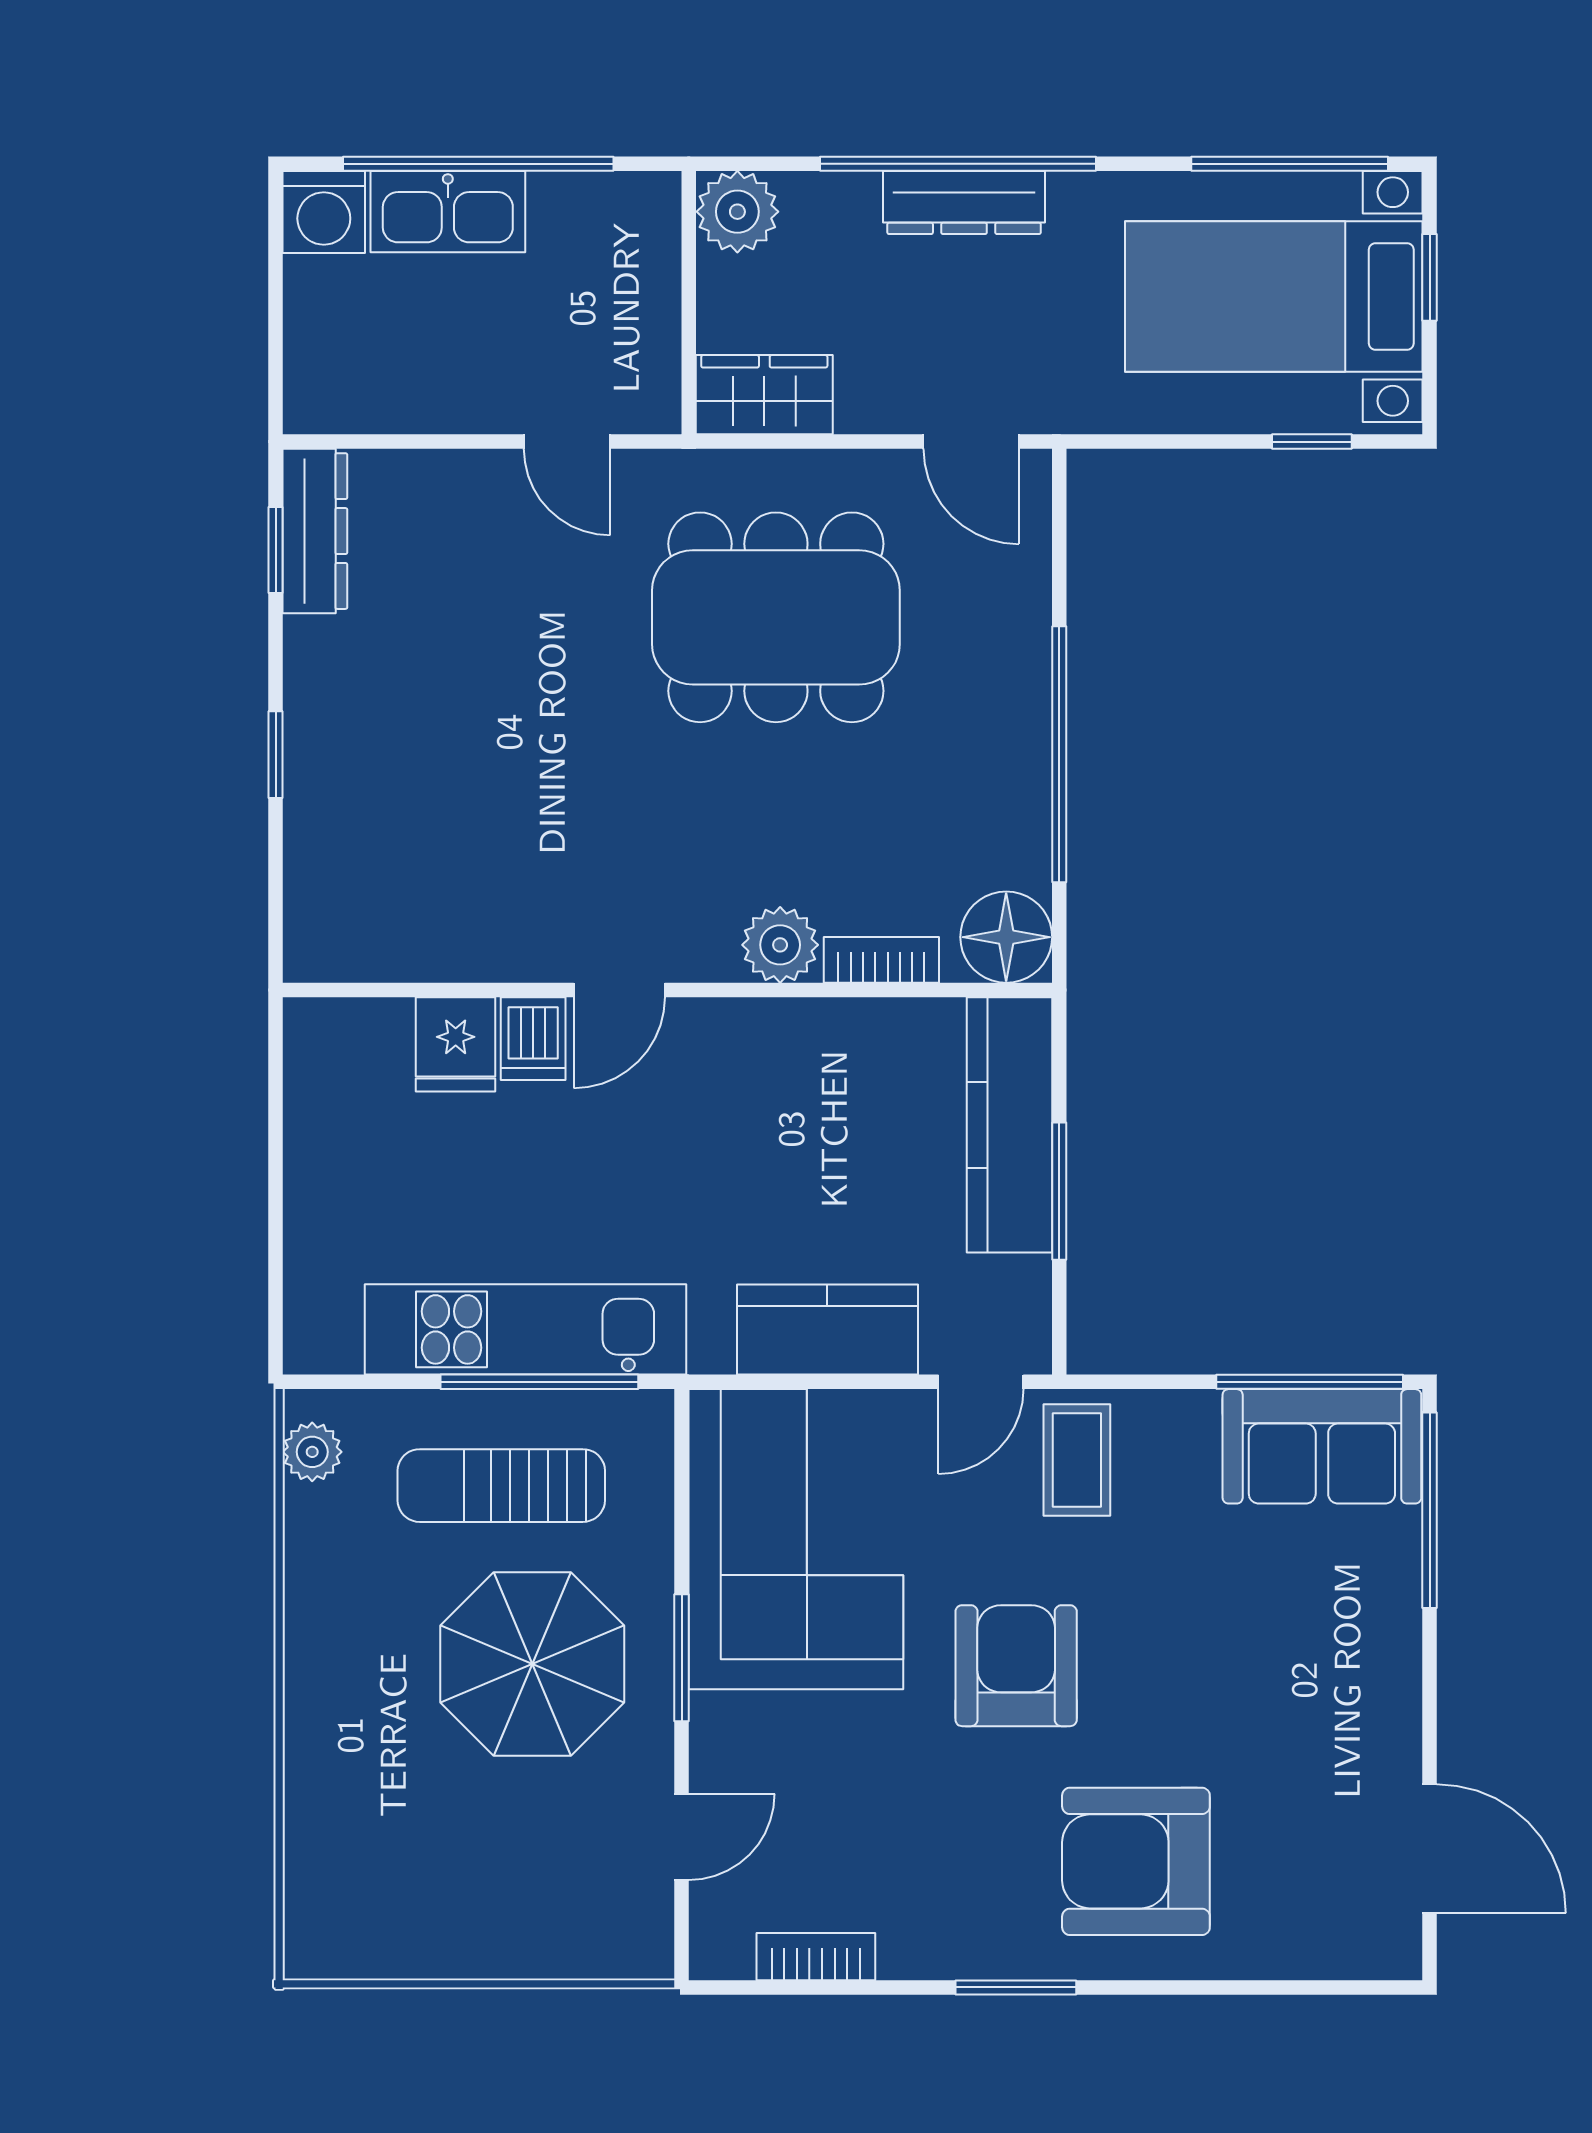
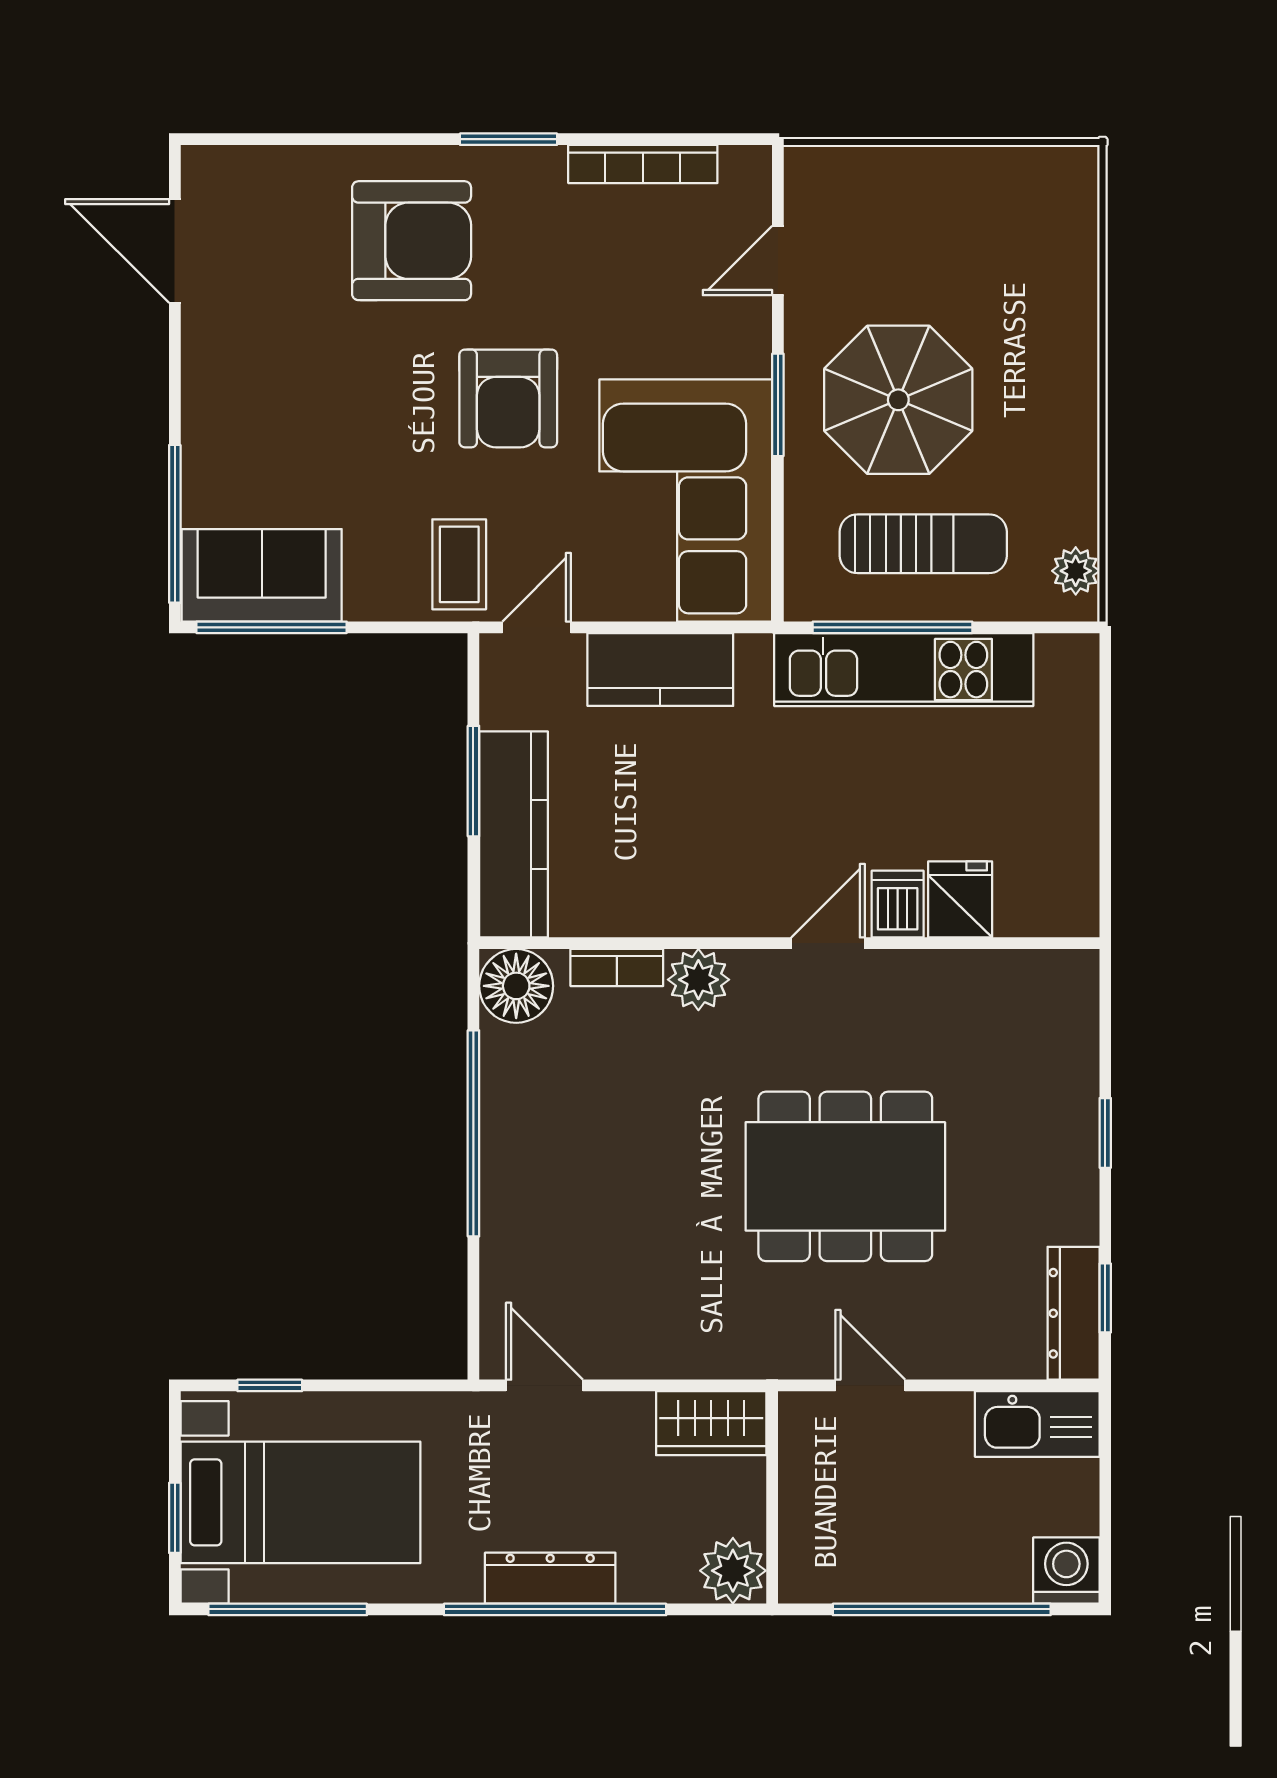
kitchen sink: (448, 212) -> (1037, 1424), moved, turned 180
dining table: (776, 617) -> (845, 1176), moved
bookcase: (816, 1957) -> (643, 164), width x1.56

